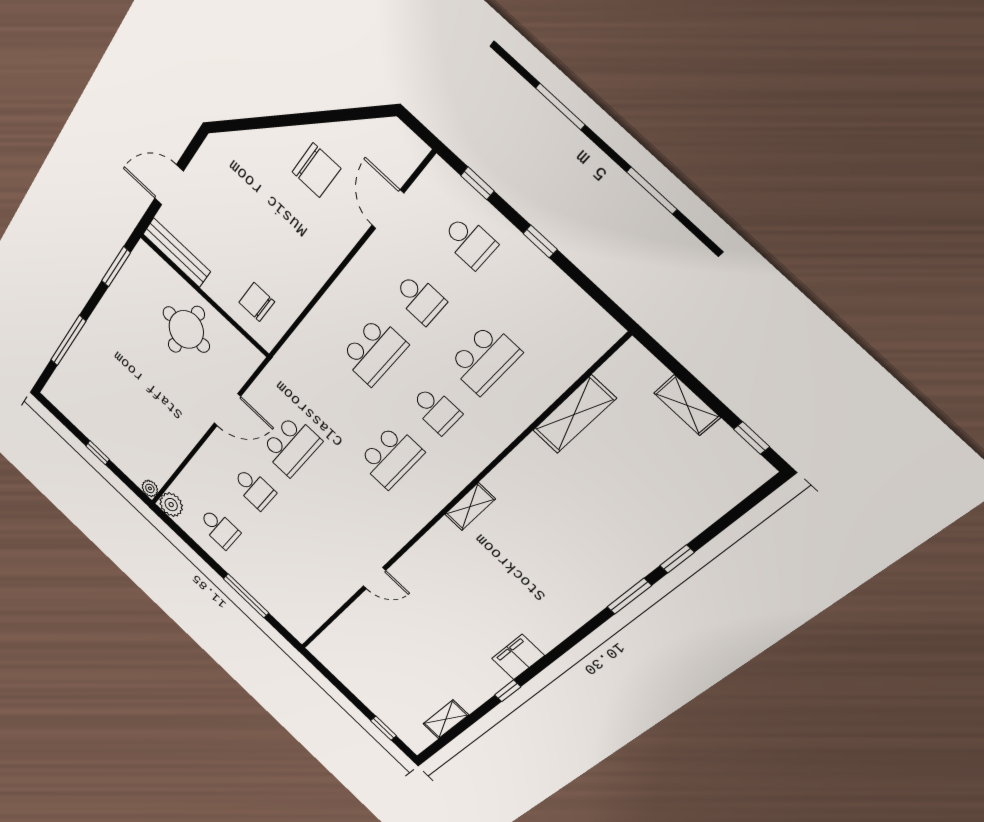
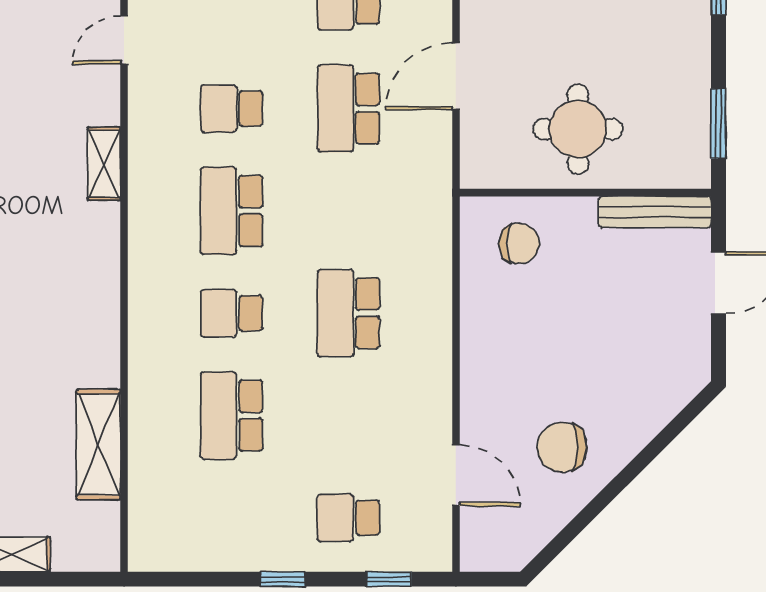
school desk: (420, 299) -> (232, 109), moved
shelving: (470, 507) -> (104, 164), moved

